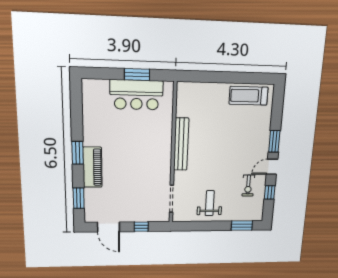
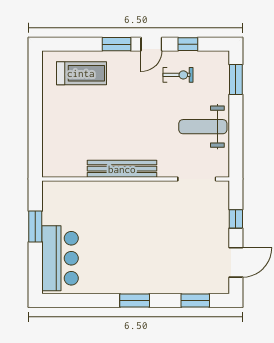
bar counter: (137, 95) -> (60, 258), moved
treadmill: (249, 96) -> (81, 73), moved, turned -90
piano: (92, 167) -> (154, 282), removed
door: (272, 167) -> (151, 44), hinge flipped
weight bench: (210, 203) -> (203, 127), width x1.36, depth x1.33

